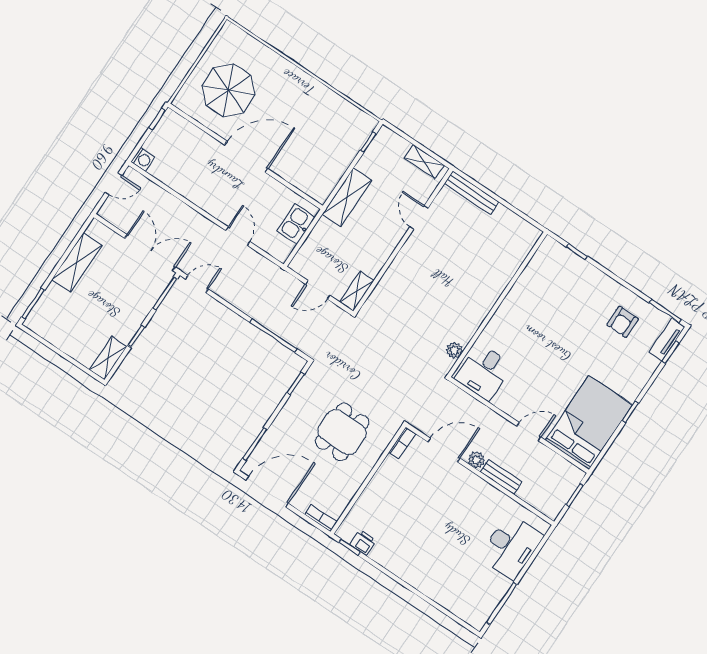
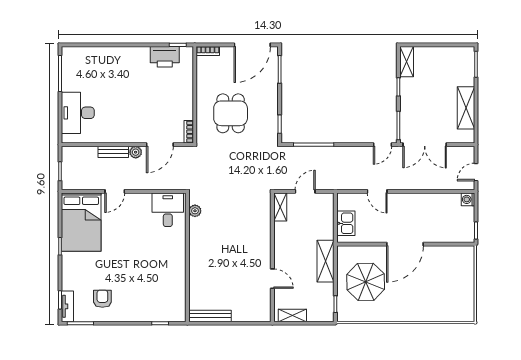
parasol: (228, 90) -> (366, 282), moved
bench: (472, 193) -> (210, 316), moved
printer: (363, 543) -> (165, 57), width x1.87, depth x1.48

